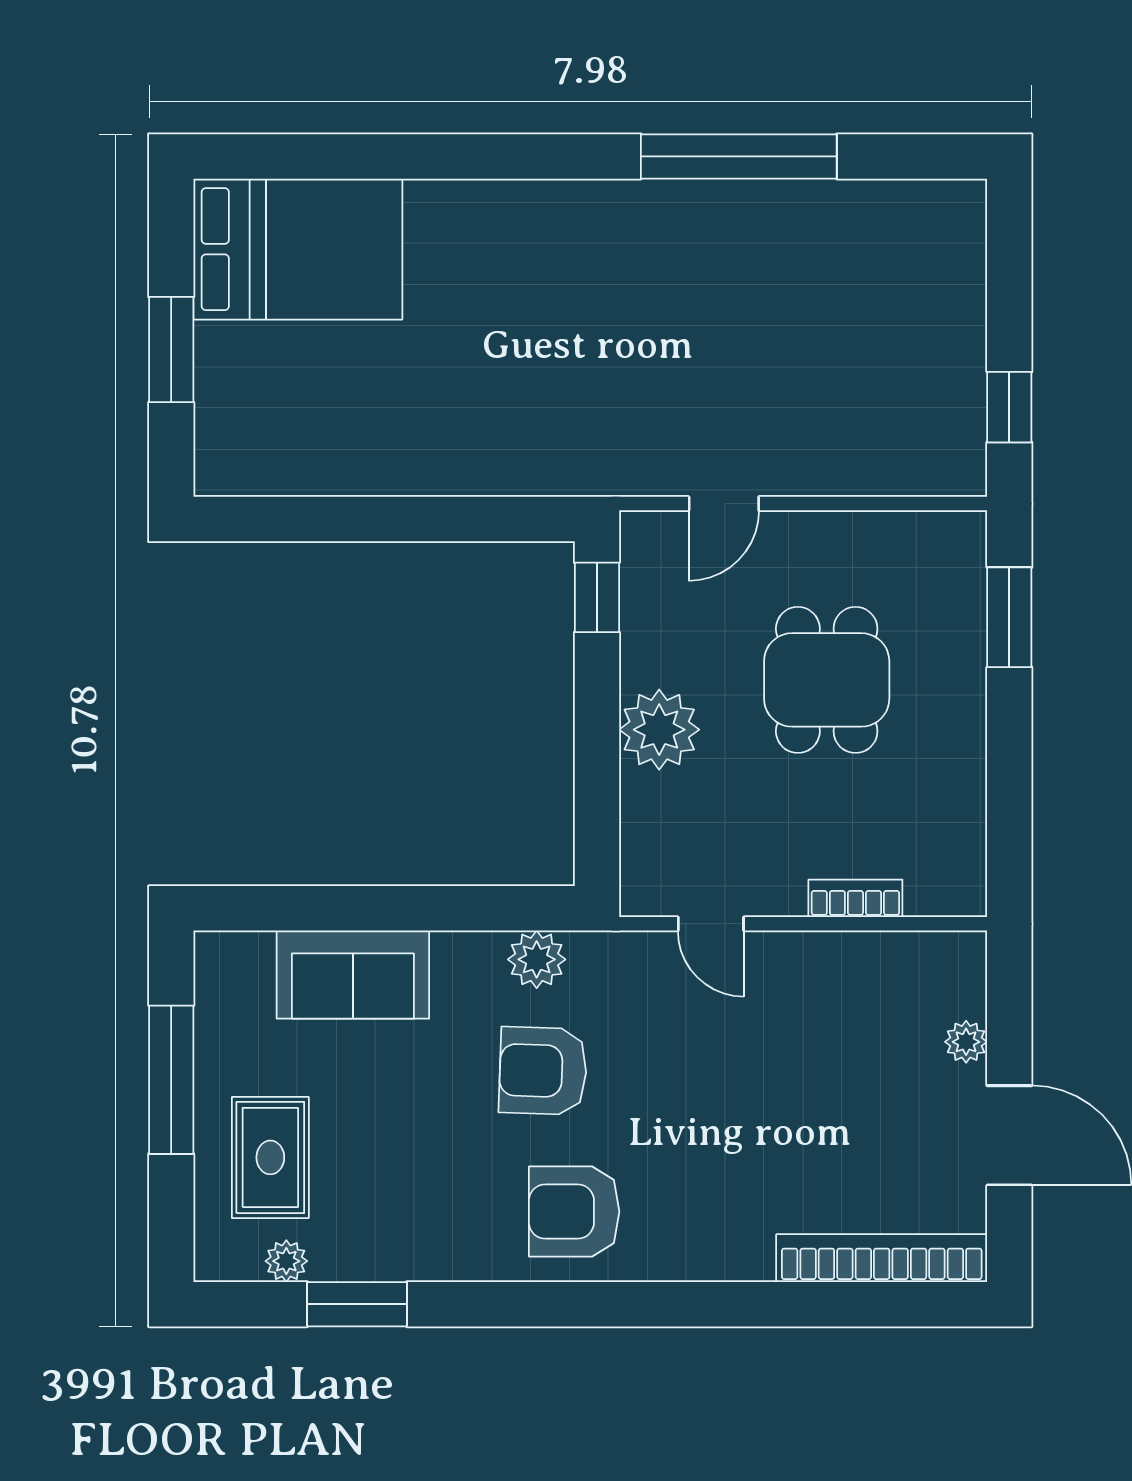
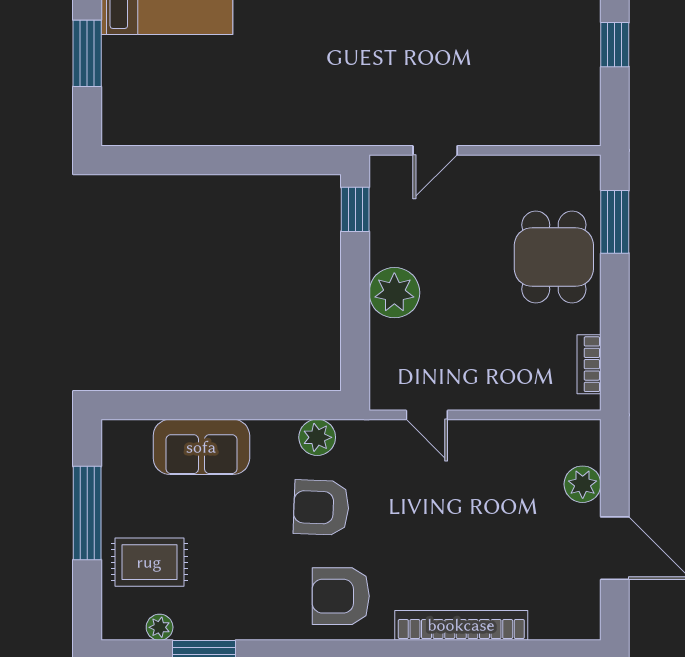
window: (1009, 407) -> (615, 45), moved
dining table: (827, 680) -> (554, 257), moved
bookcase: (855, 898) -> (589, 364), moved, turned -90
plant: (966, 1042) -> (583, 484), width x1.38, depth x1.38
rug: (270, 1157) -> (149, 562), turned 90
bookcase: (882, 1258) -> (461, 625), moved

